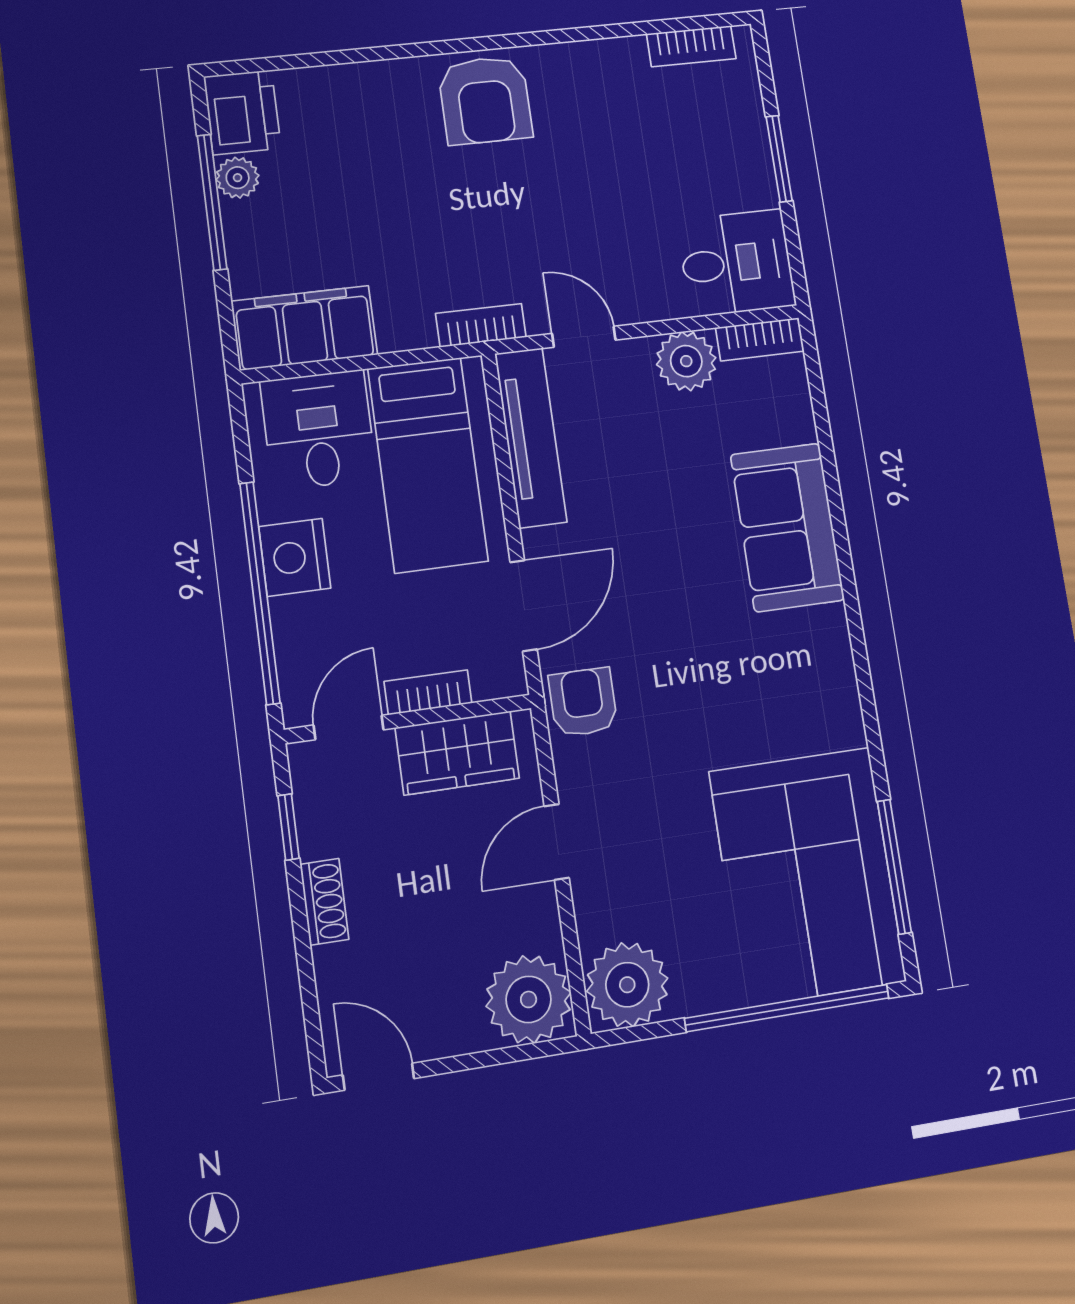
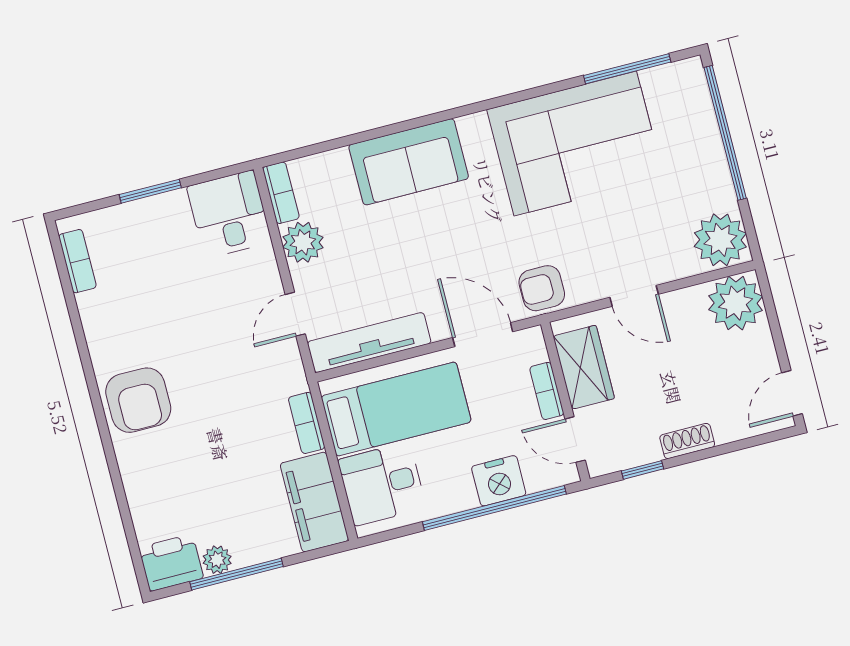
armchair: (485, 100) -> (138, 400), turned 90
bookcase: (481, 325) -> (307, 423), moved
nightstand: (295, 557) -> (499, 481), moved
corner sofa: (807, 876) -> (575, 144), moved

